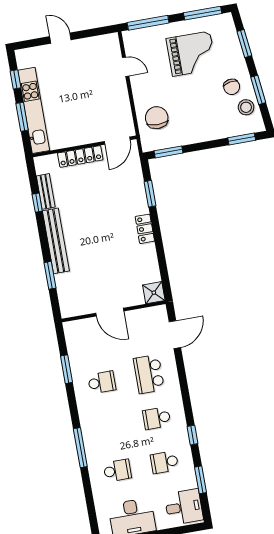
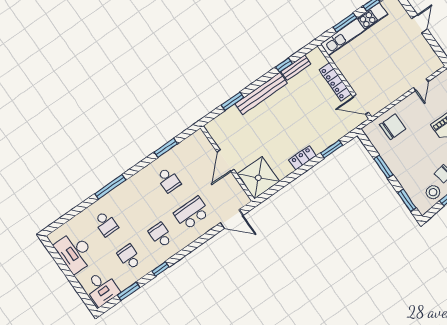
window: (168, 152) -> (383, 167), moved
shower: (154, 293) -> (258, 178), width x1.86, depth x1.86

